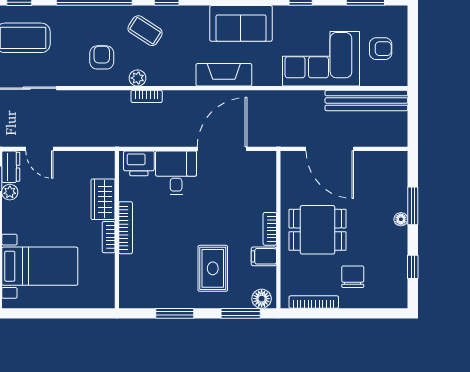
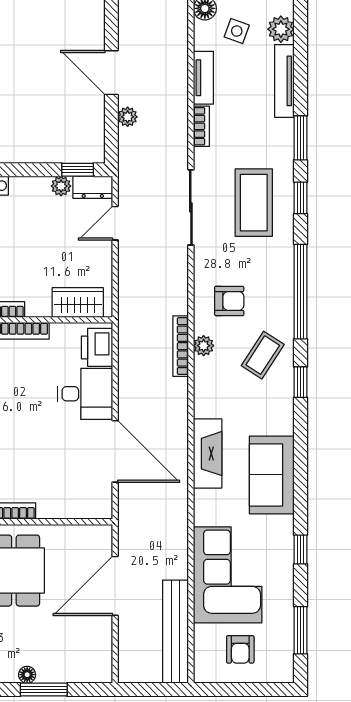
bookcase: (147, 96) -> (181, 346), width x1.56
wardrobe: (103, 199) -> (78, 303), moved

